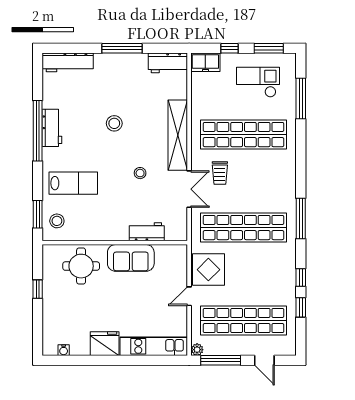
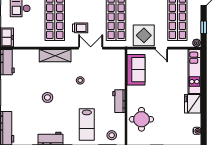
shelving: (178, 135) -> (55, 56), width x0.68
lab bench: (73, 183) -> (87, 125), turned 180
workbench: (147, 232) -> (119, 101), moved
sofa: (131, 258) -> (136, 70), moved
window: (221, 360) -> (204, 27), width x0.46

